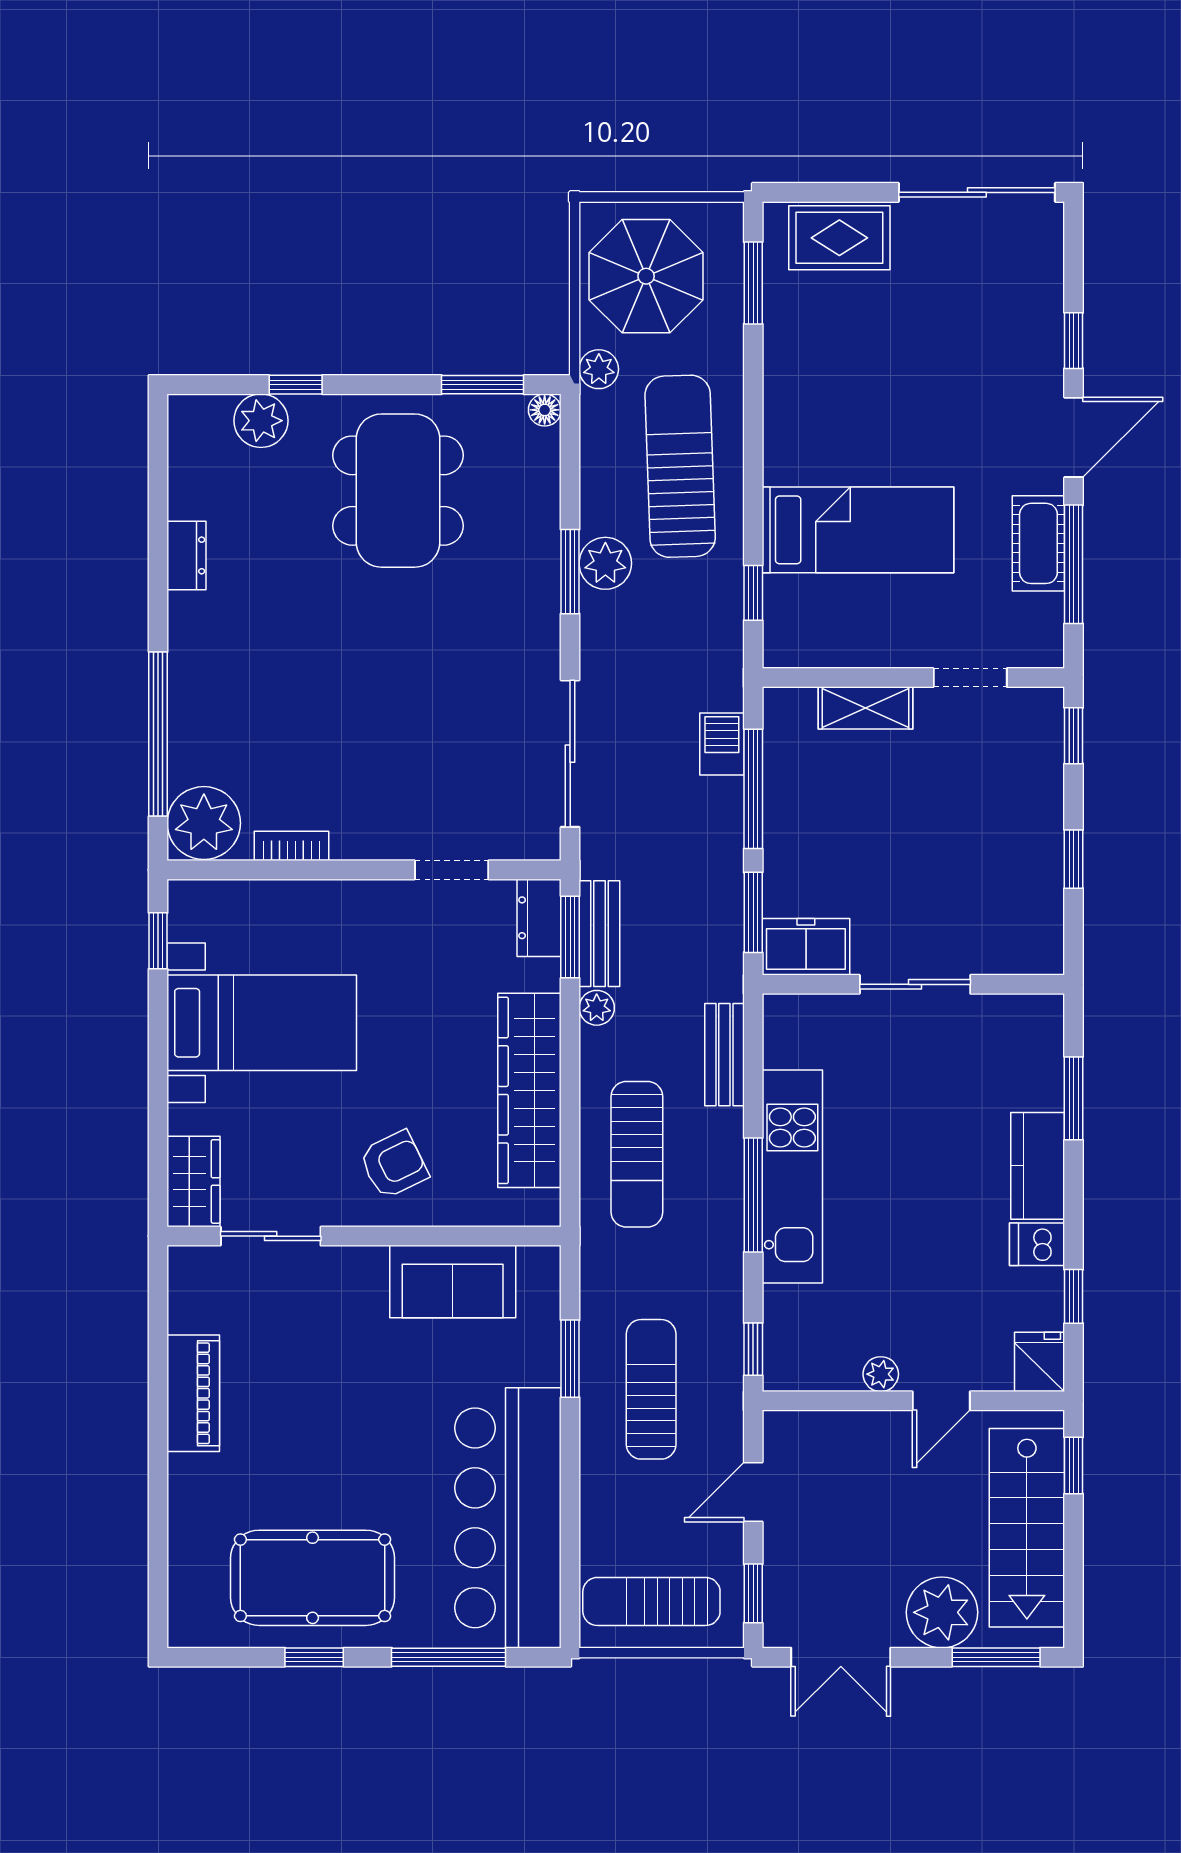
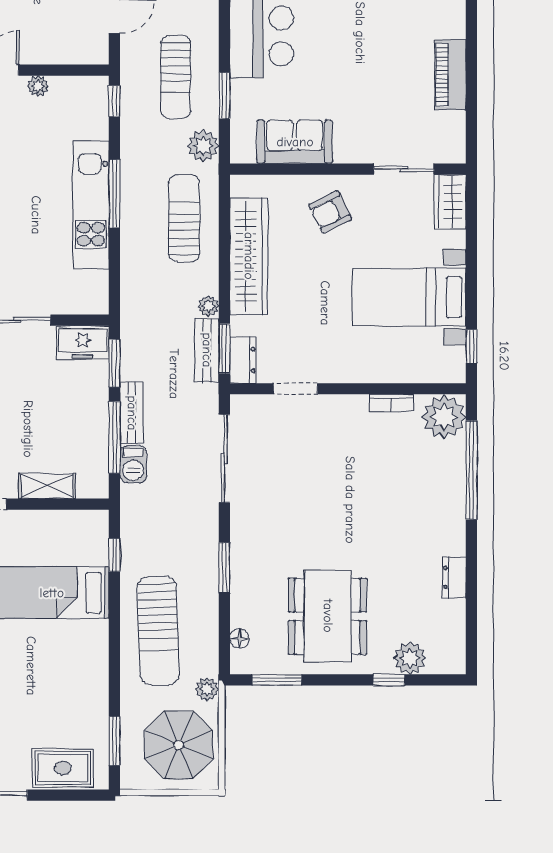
floor lamp: (545, 410) -> (240, 638), moved
plant: (605, 563) -> (203, 146), moved
bench: (724, 1055) -> (132, 413), moved

